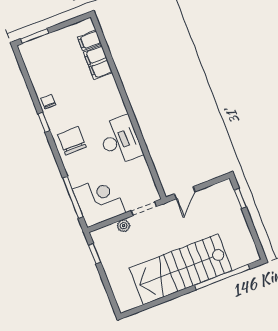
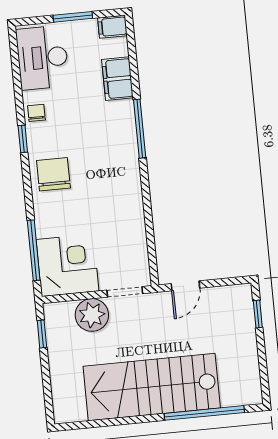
window: (35, 36) -> (73, 17), moved
filing cabinet: (89, 40) -> (112, 27), moved
window: (123, 93) -> (140, 129), added
desk: (120, 140) -> (42, 58), moved, turned 180
plant: (124, 226) -> (92, 315), width x1.88, depth x1.88

